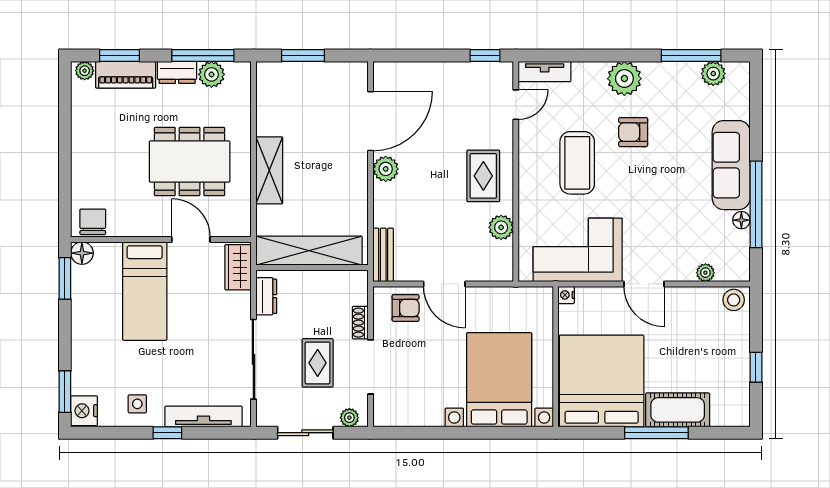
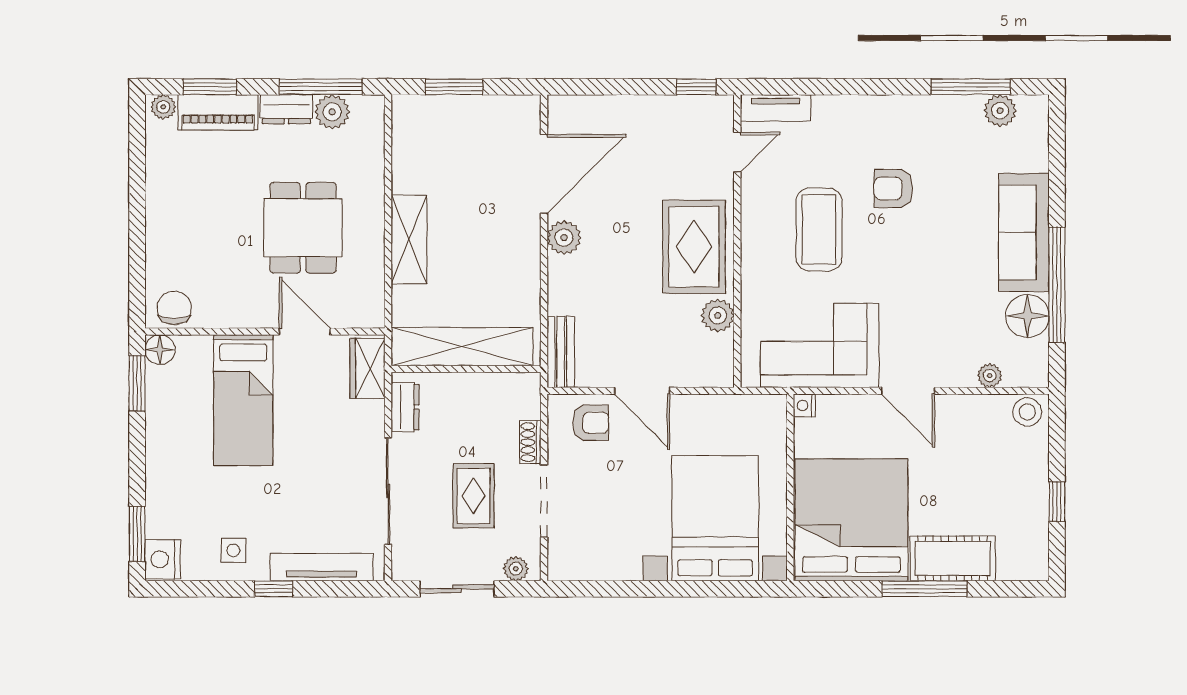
plant: (624, 79) -> (882, 117), removed
dining table: (190, 161) -> (303, 228), width x0.73
rug: (483, 176) -> (694, 247), width x1.36, depth x1.43
floor lamp: (741, 220) -> (1027, 316), width x1.89, depth x1.89

